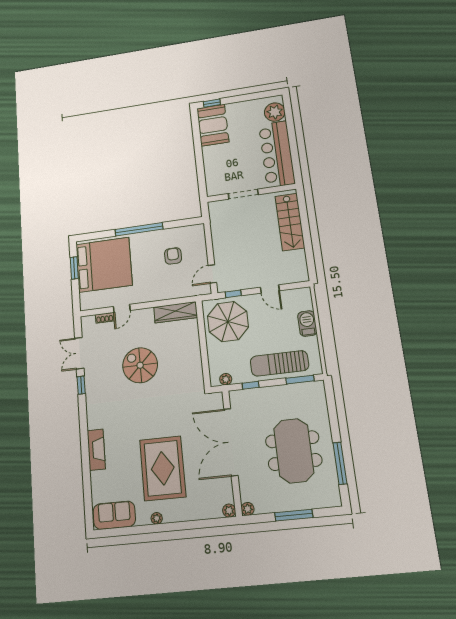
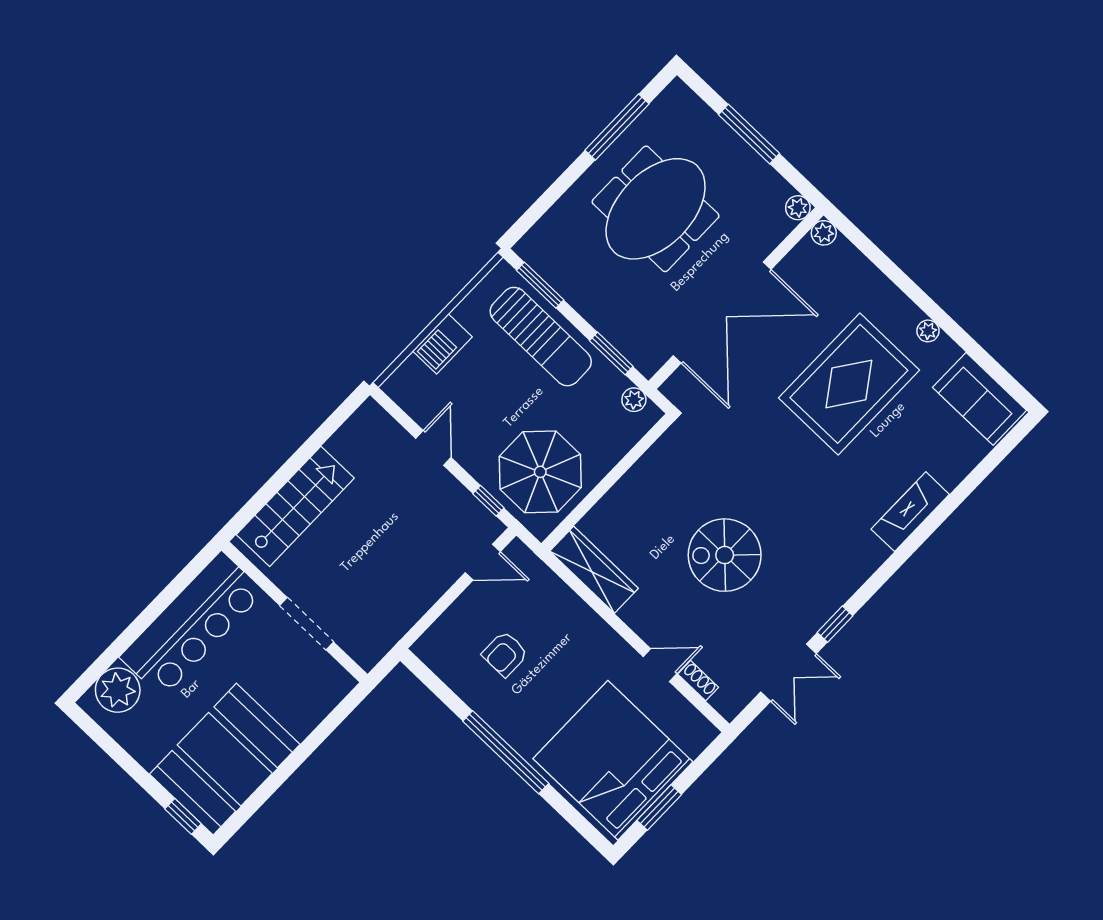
booth: (213, 125) -> (225, 759), width x1.36, depth x1.42
spiral stairs: (140, 365) -> (725, 555), turned 90
window: (251, 385) -> (611, 353), width x1.50

